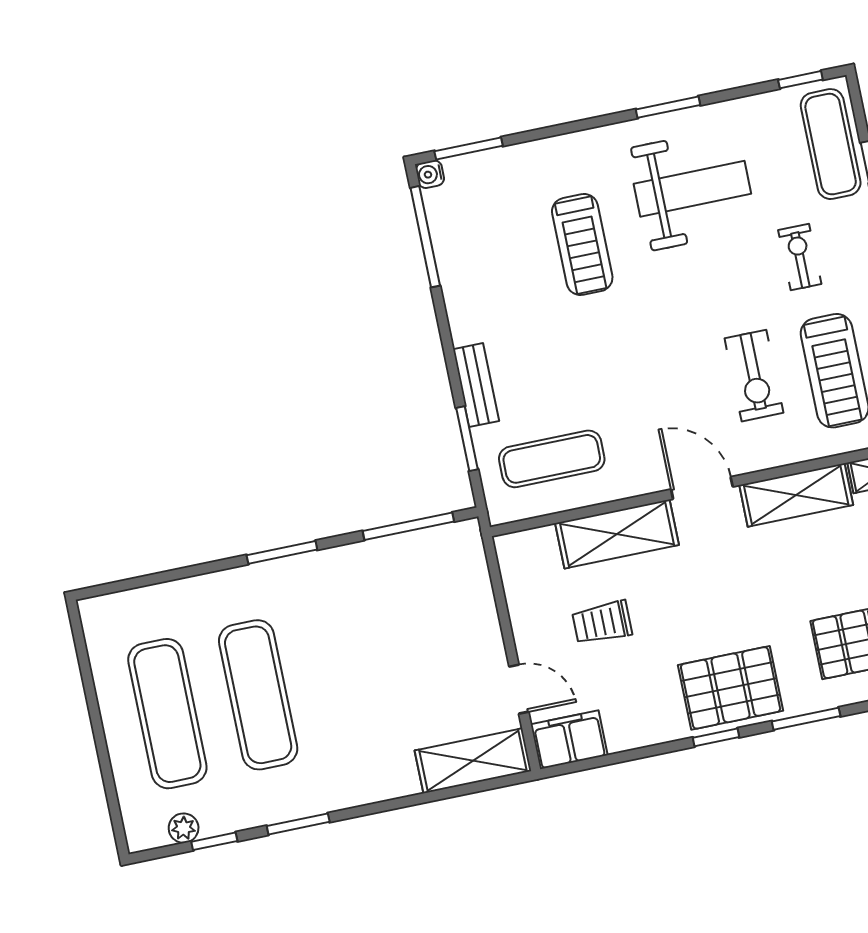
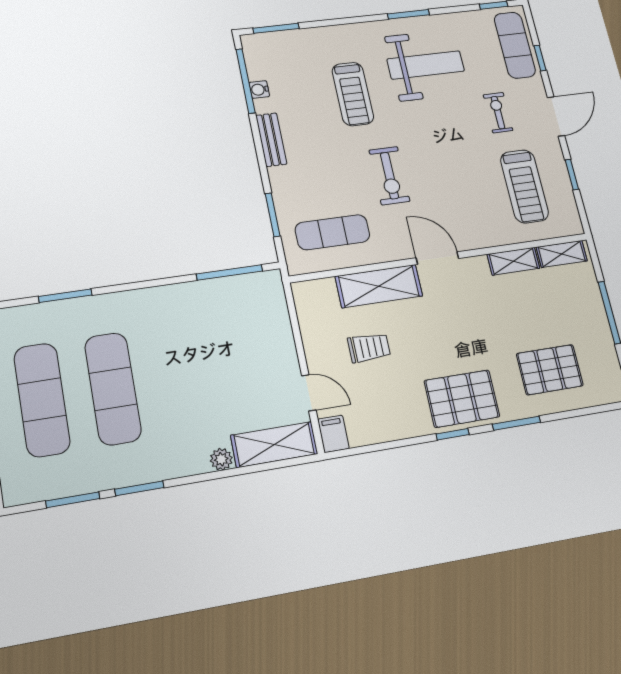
water cooler: (430, 174) -> (259, 89), moved
exercise bike: (754, 376) -> (389, 176), moved
bench: (476, 385) -> (271, 140), moved
shelving: (796, 495) -> (513, 261), width x0.67, depth x0.75
window: (282, 552) -> (65, 296), moved
trolley: (602, 623) -> (369, 348), turned 180
filing cabinet: (569, 740) -> (333, 434), width x0.50
plant: (184, 828) -> (221, 459), moved
window: (214, 841) -> (73, 500), width x1.50

